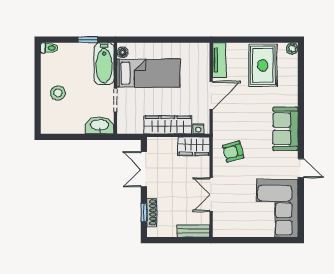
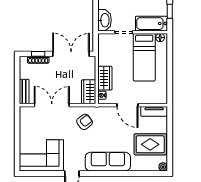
wardrobe: (168, 125) -> (105, 78), width x0.67
sofa: (285, 129) -> (108, 162), width x1.36
armchair: (233, 152) -> (85, 122), turned 67
double door: (144, 169) -> (71, 54), width x1.37
double door: (211, 195) -> (52, 105), width x1.37

